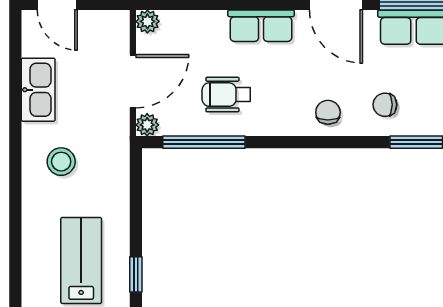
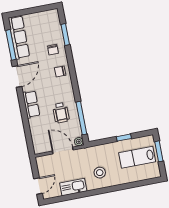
plant: (147, 21) -> (38, 149), removed
window: (136, 274) -> (124, 138), moved

